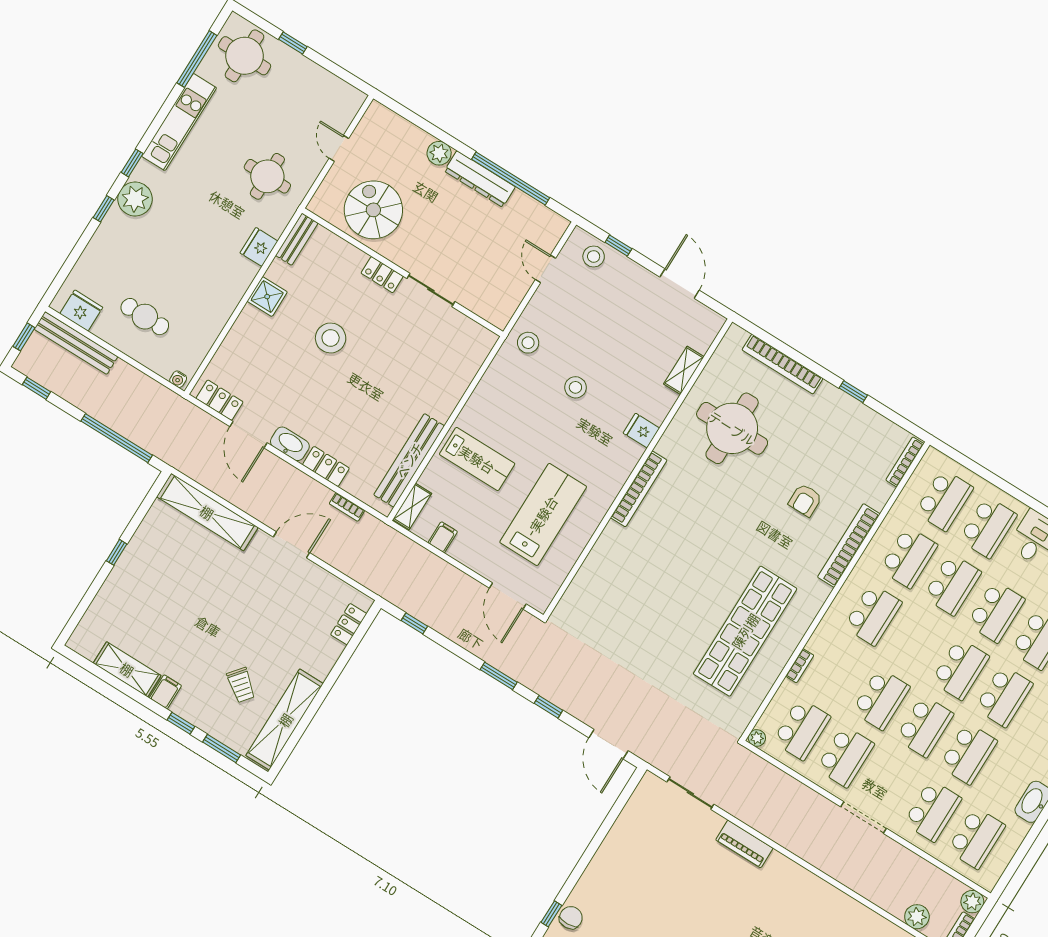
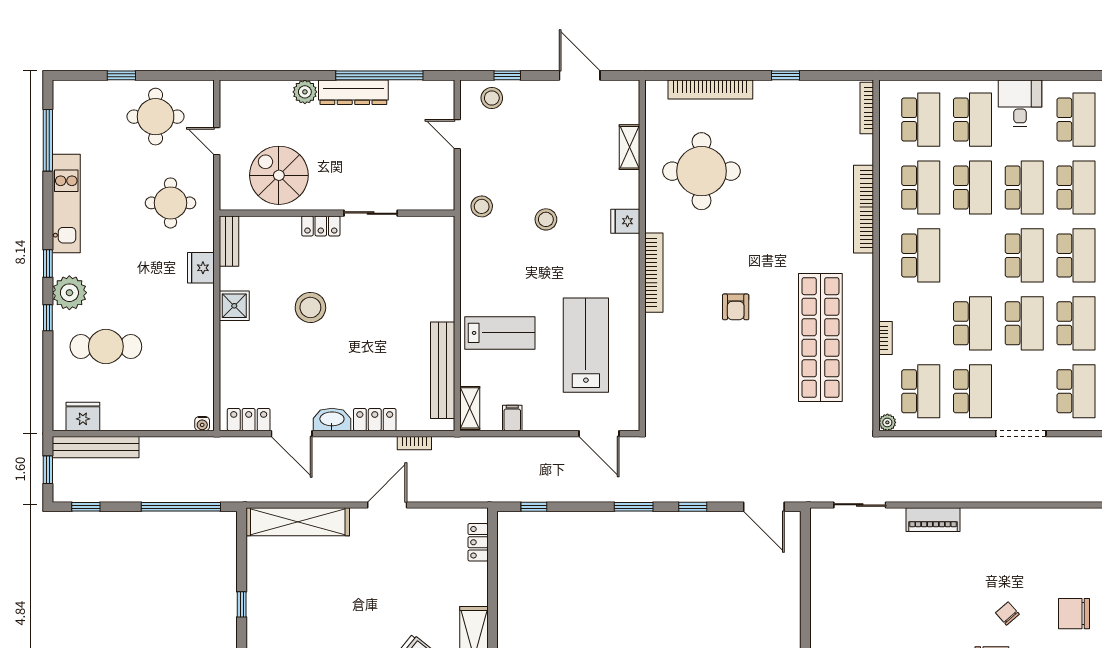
round table: (245, 56) -> (156, 117), moved
cafe table: (145, 317) -> (106, 347), moved, width x1.37, depth x1.35
armchair: (805, 500) -> (736, 307), moved

